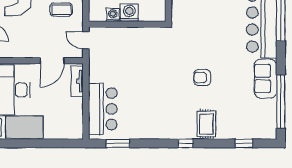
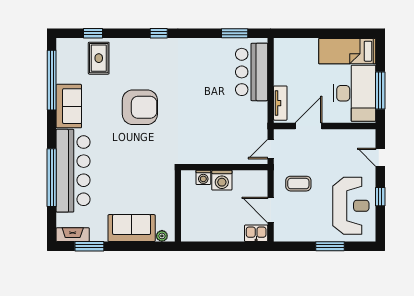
washing machine: (113, 15) -> (203, 177), moved
door: (86, 40) -> (271, 149), swing flipped
armchair: (202, 78) -> (140, 107), width x1.88, depth x1.88
rug: (207, 124) -> (99, 58), moved

